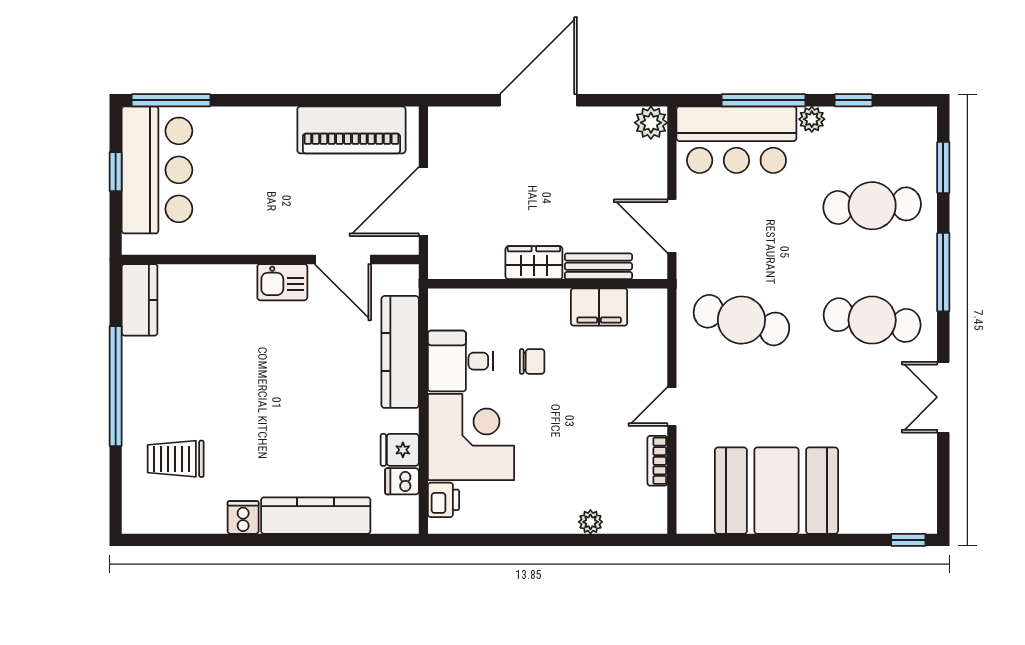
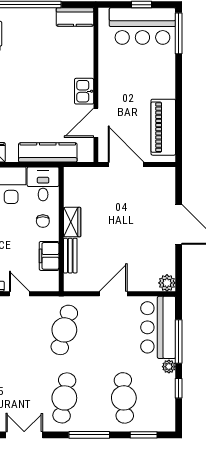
wardrobe: (534, 263) -> (72, 222), moved
bench: (598, 266) -> (70, 256), moved
wall: (548, 284) -> (61, 229), moved
filing cabinet: (599, 307) -> (49, 256), moved

